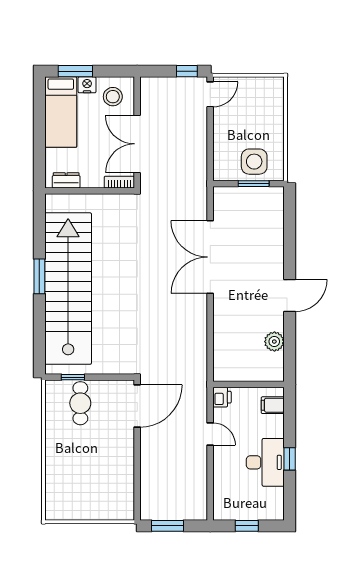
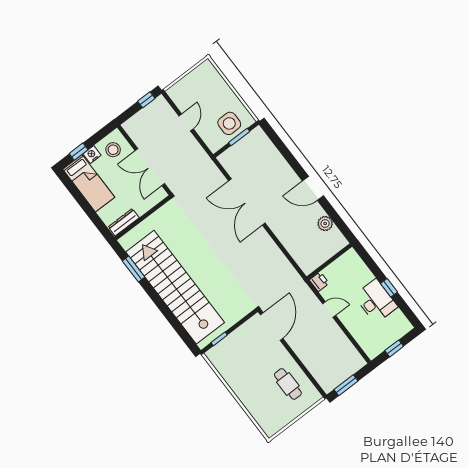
window: (75, 71) -> (79, 152), width x0.67
door: (210, 94) -> (186, 122), moved
dresser: (66, 180) -> (124, 222), width x1.44
bookcase: (119, 182) -> (157, 199), removed
window: (39, 276) -> (134, 269), moved
door: (290, 295) -> (313, 188), swing flipped
cafe table: (80, 403) -> (288, 384), moved
filing cabinet: (273, 405) -> (354, 263), removed

